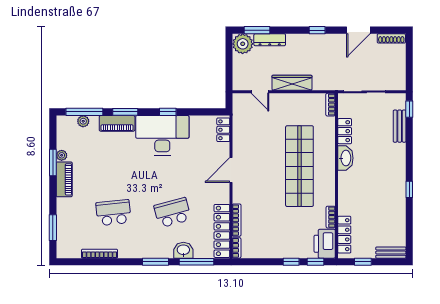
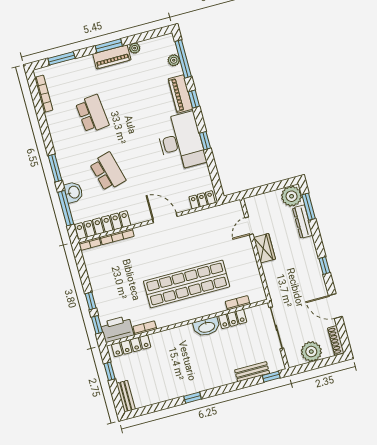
plant: (396, 65) -> (311, 352), added
wardrobe: (292, 83) -> (264, 248), width x0.67
bookcase: (331, 105) -> (238, 303), moved
window: (125, 112) -> (194, 99), width x0.67
window: (53, 162) -> (109, 46), moved
bookcase: (99, 254) -> (44, 94), moved

